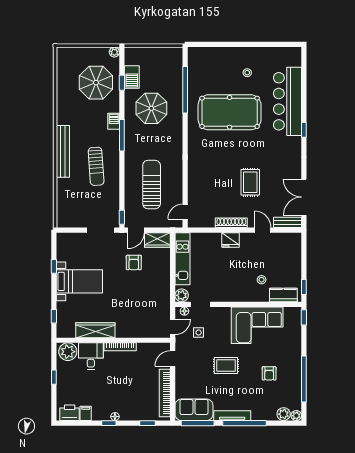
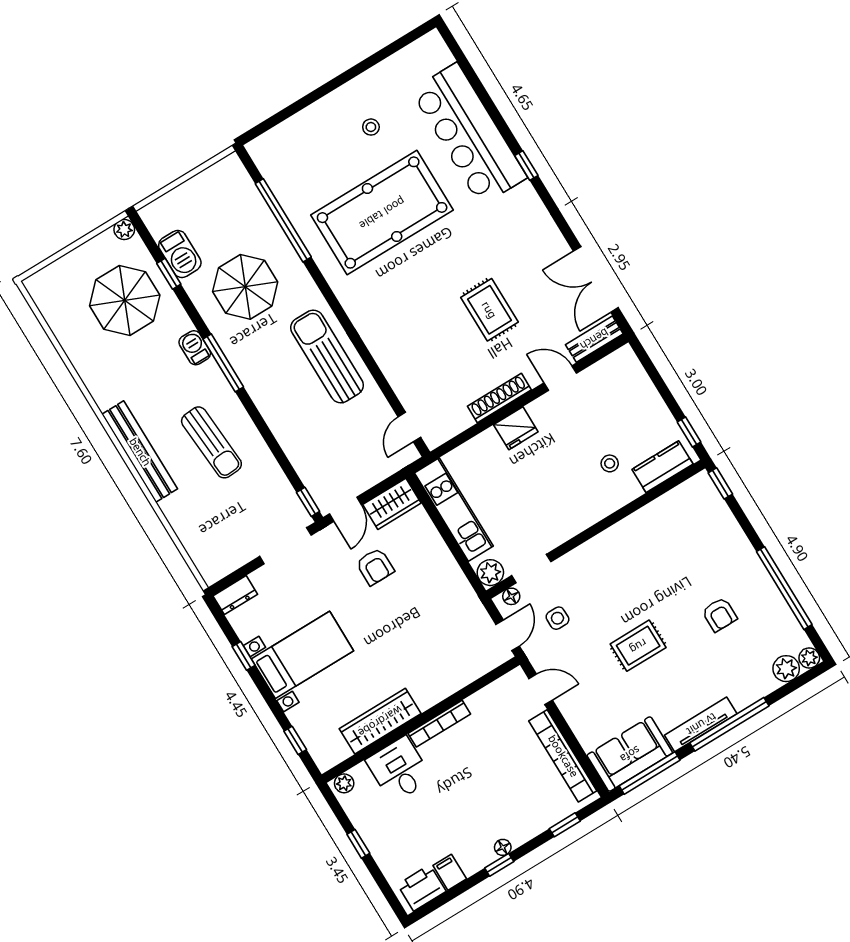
sun lounger: (152, 185) -> (327, 356), moved
dresser: (66, 238) -> (235, 595), added
corner sofa: (257, 325) -> (649, 545), removed
plant: (68, 352) -> (344, 783), width x0.53, depth x0.53
door: (173, 359) -> (541, 689), swing flipped

